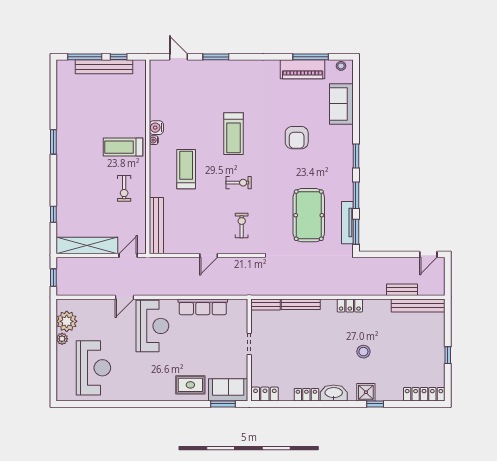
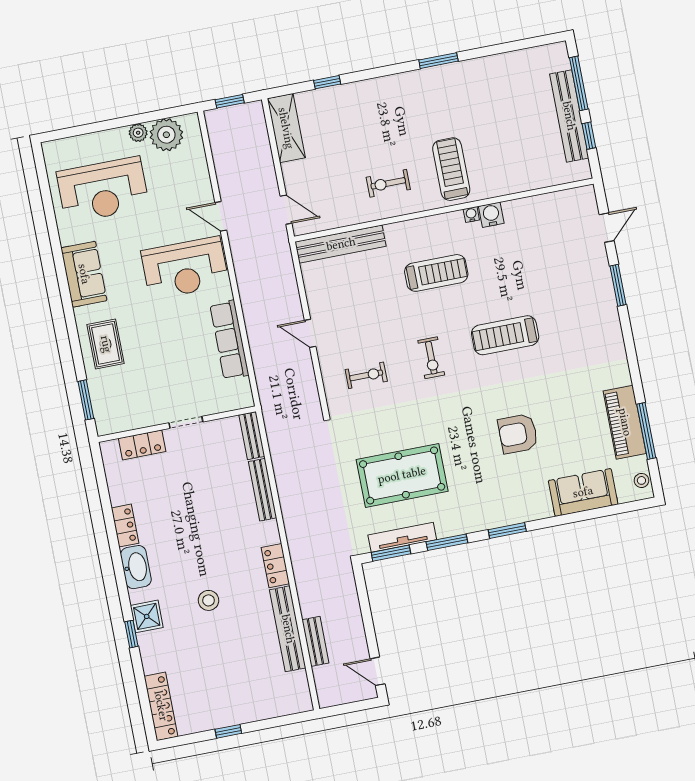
shelving: (87, 245) -> (286, 128), width x0.68
bench: (418, 306) -> (288, 629), moved
sofa: (228, 390) -> (84, 274), moved
locker: (265, 394) -> (142, 445), moved, turned 90

